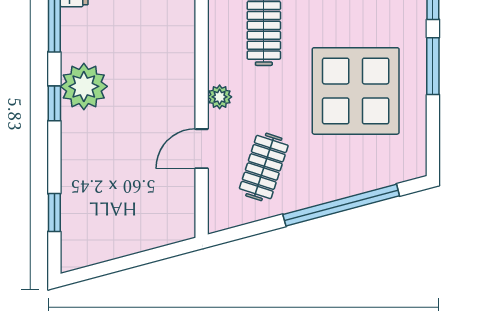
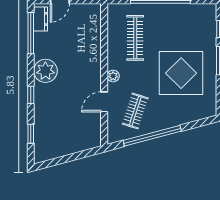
window: (54, 103) -> (31, 95), moved
window: (341, 205) -> (152, 136), moved

